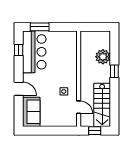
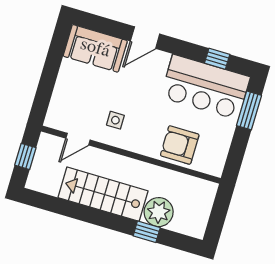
armchair: (67, 56) -> (180, 145), added
window: (114, 71) -> (147, 232), moved
stairs: (102, 105) -> (103, 194), moved

